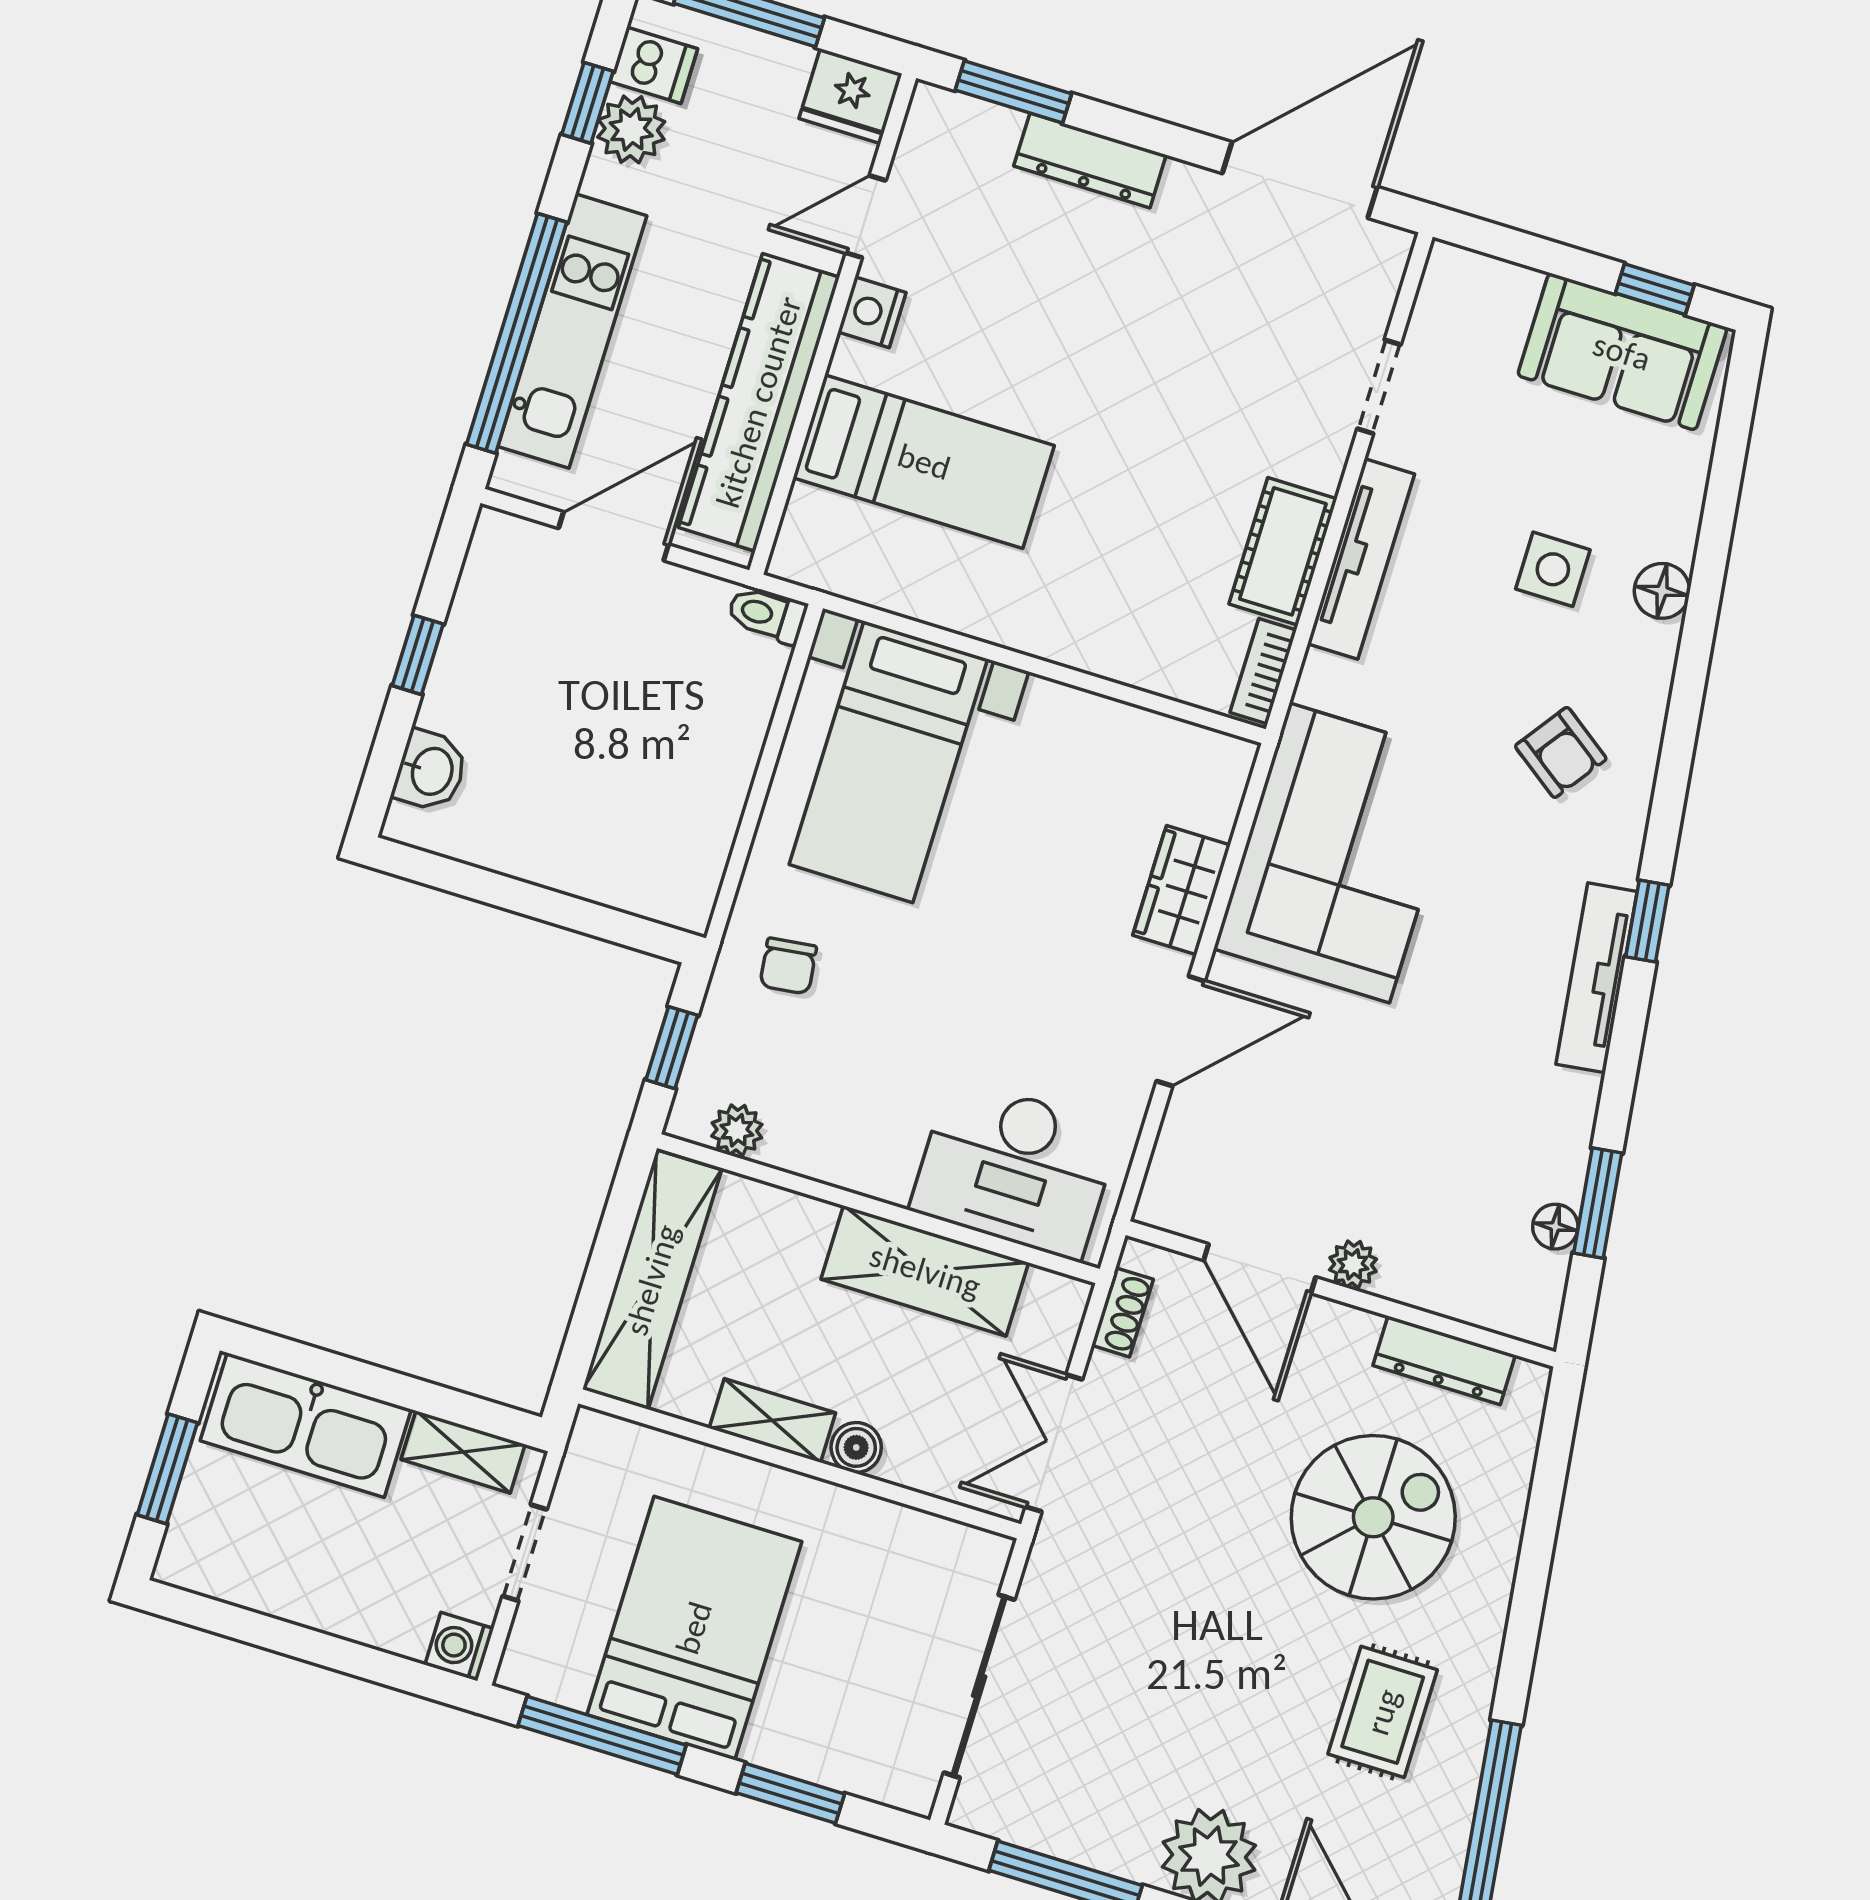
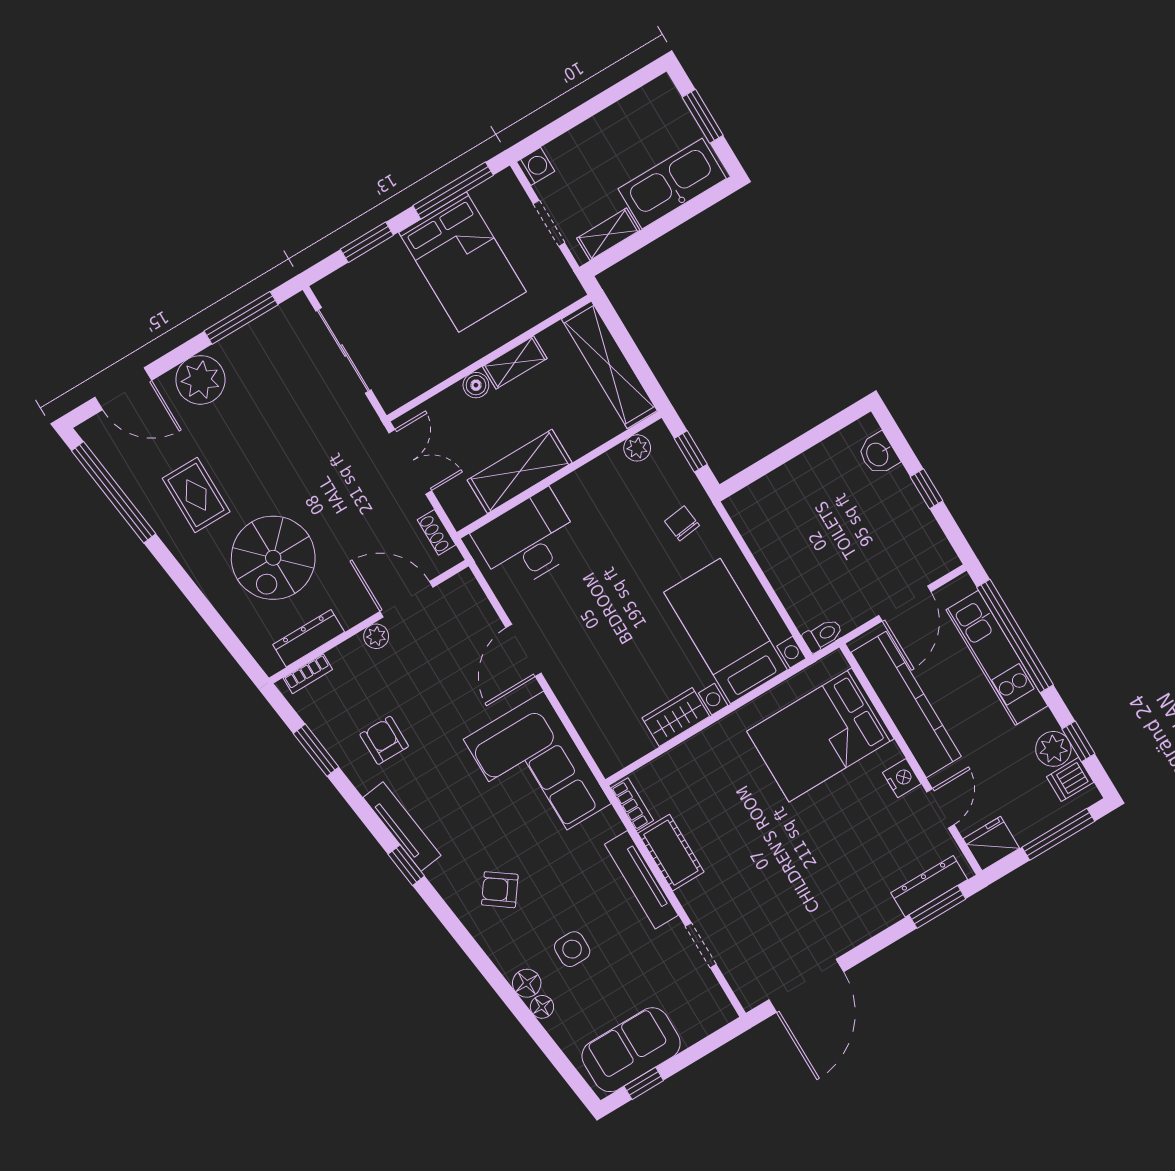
dresser: (1090, 160) -> (929, 886), moved
bed: (924, 462) -> (820, 735), width x1.50
wardrobe: (1182, 890) -> (676, 717), moved, turned -90
armchair: (1494, 1117) -> (384, 740), added
floor lamp: (1555, 1227) -> (542, 1007), moved
bookcase: (1497, 1315) -> (308, 674), added

